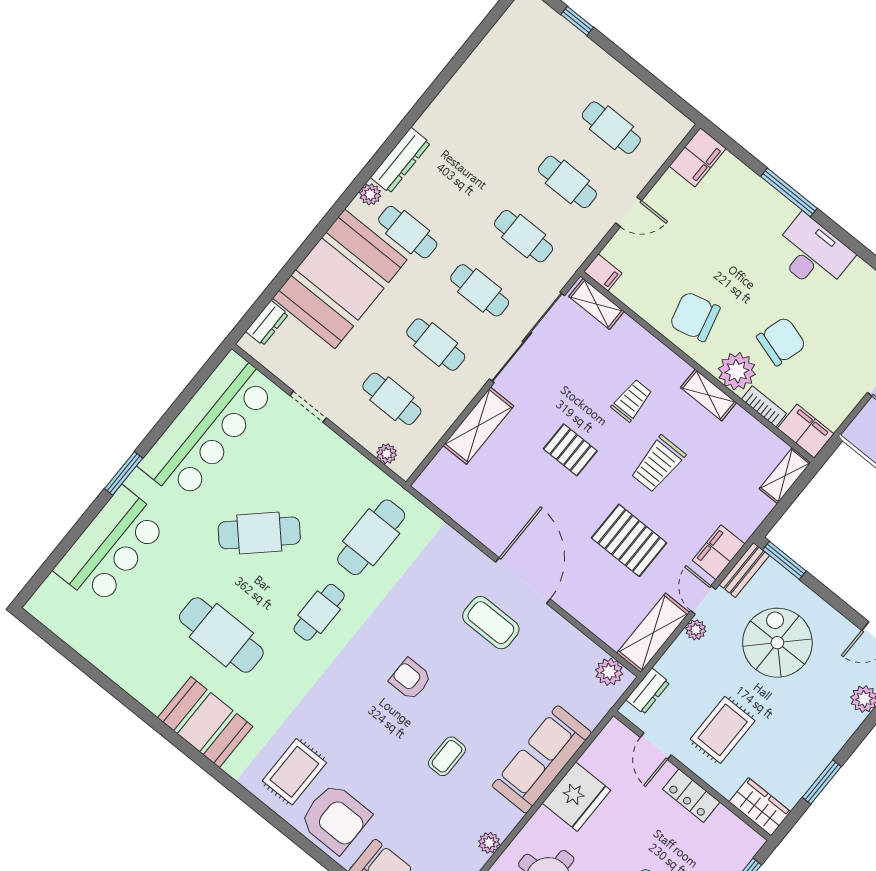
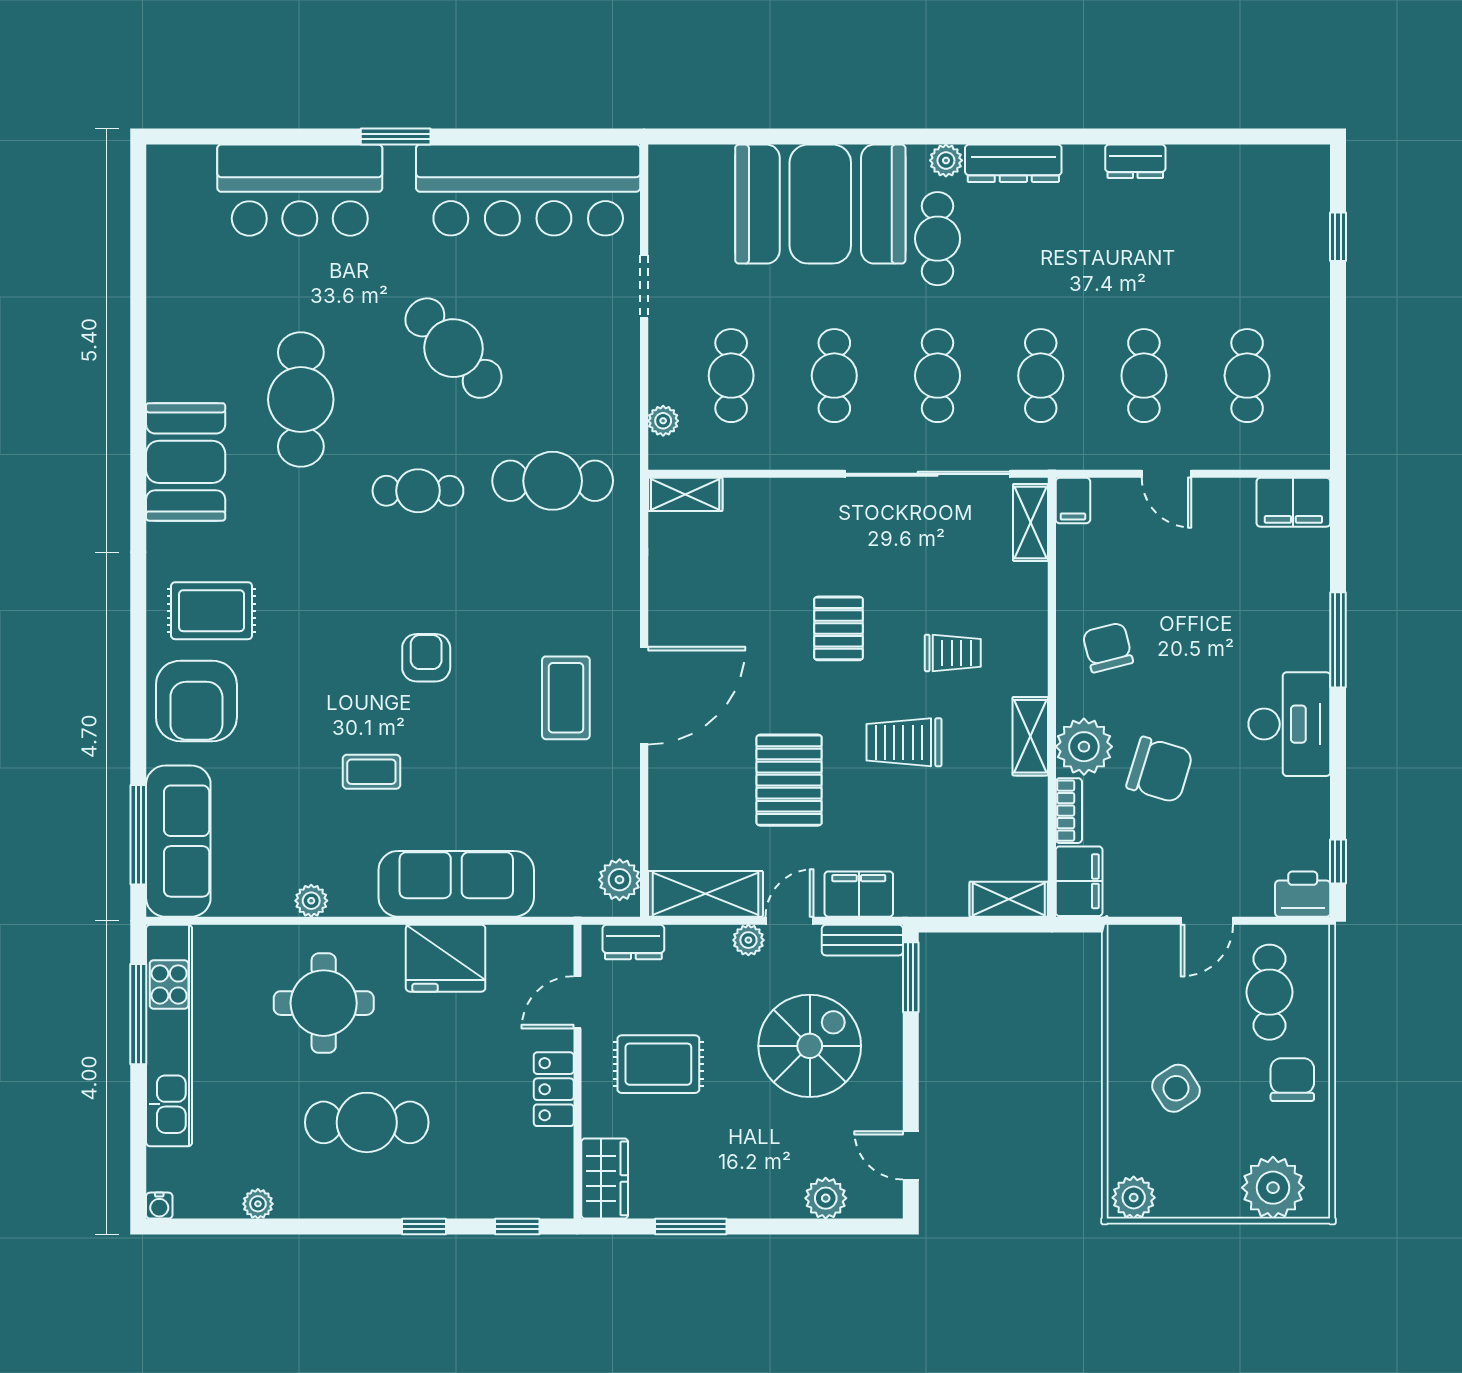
chair: (695, 317) -> (1108, 647), width x0.73, depth x0.73
dresser: (267, 323) -> (1135, 161), moved
shelving: (478, 426) -> (685, 494), moved, width x0.67, depth x0.75

